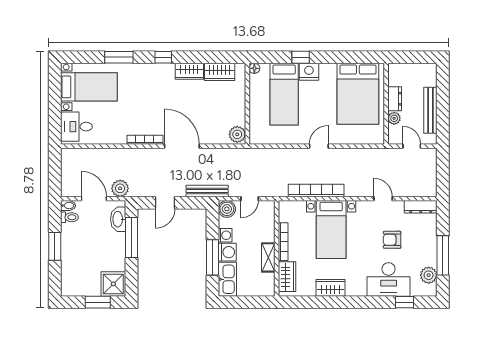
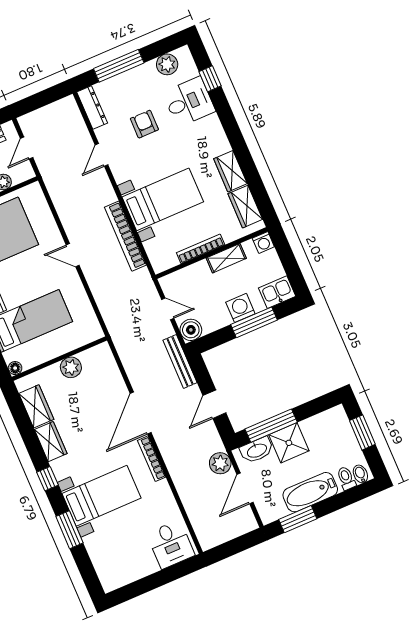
bed with nightstands: (89, 87) -> (101, 496), moved, turned 90
plant: (237, 134) -> (71, 367), moved
door: (165, 203) -> (214, 404), swing flipped
bidet: (68, 206) -> (360, 474), moved
toilet: (69, 217) -> (346, 478), moved
washing machine: (225, 235) -> (263, 242), moved, turned 180
armchair: (392, 240) -> (144, 124), turned 180
bathtub: (71, 245) -> (310, 492), added
window: (55, 246) -> (298, 519), moved
window: (443, 255) -> (119, 66), moved
wardrobe: (287, 277) -> (245, 207), moved, turned -90
kitchen sink: (227, 279) -> (277, 292), width x0.73
desk: (389, 279) -> (189, 102), width x0.73
shower: (113, 284) -> (289, 443), moved

